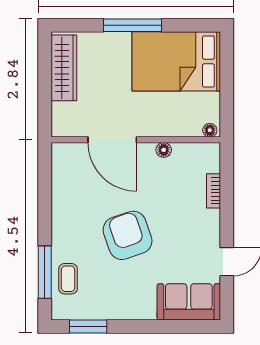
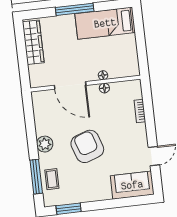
bed: (176, 61) -> (105, 23), width x0.67
floor lamp: (210, 130) -> (103, 75), moved
plant: (63, 224) -> (45, 144), added

